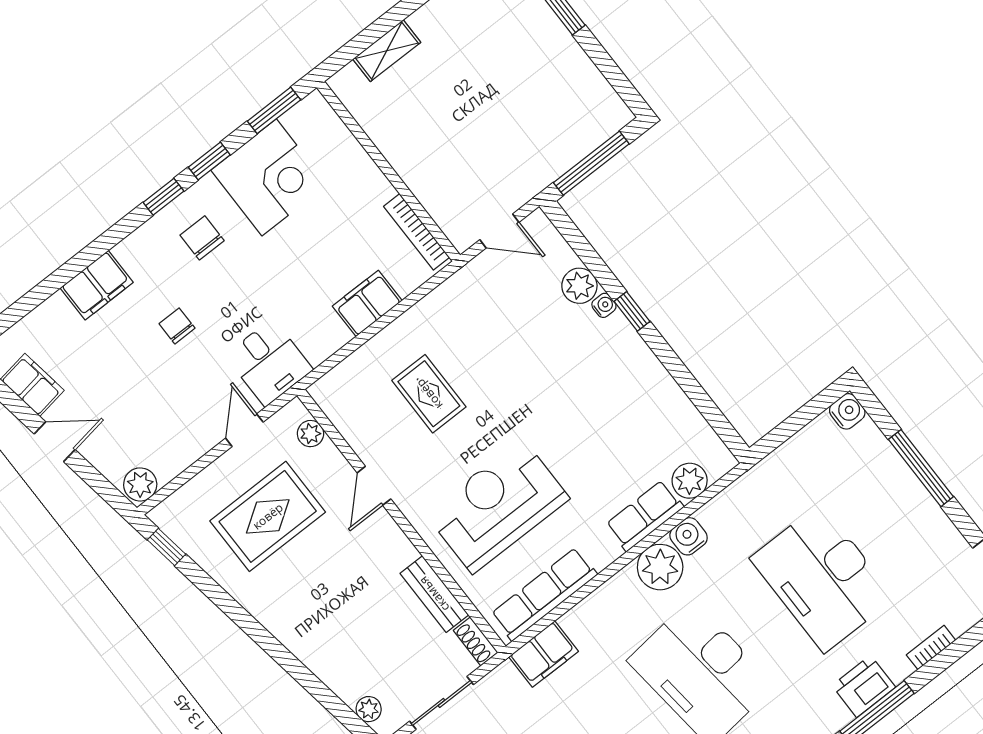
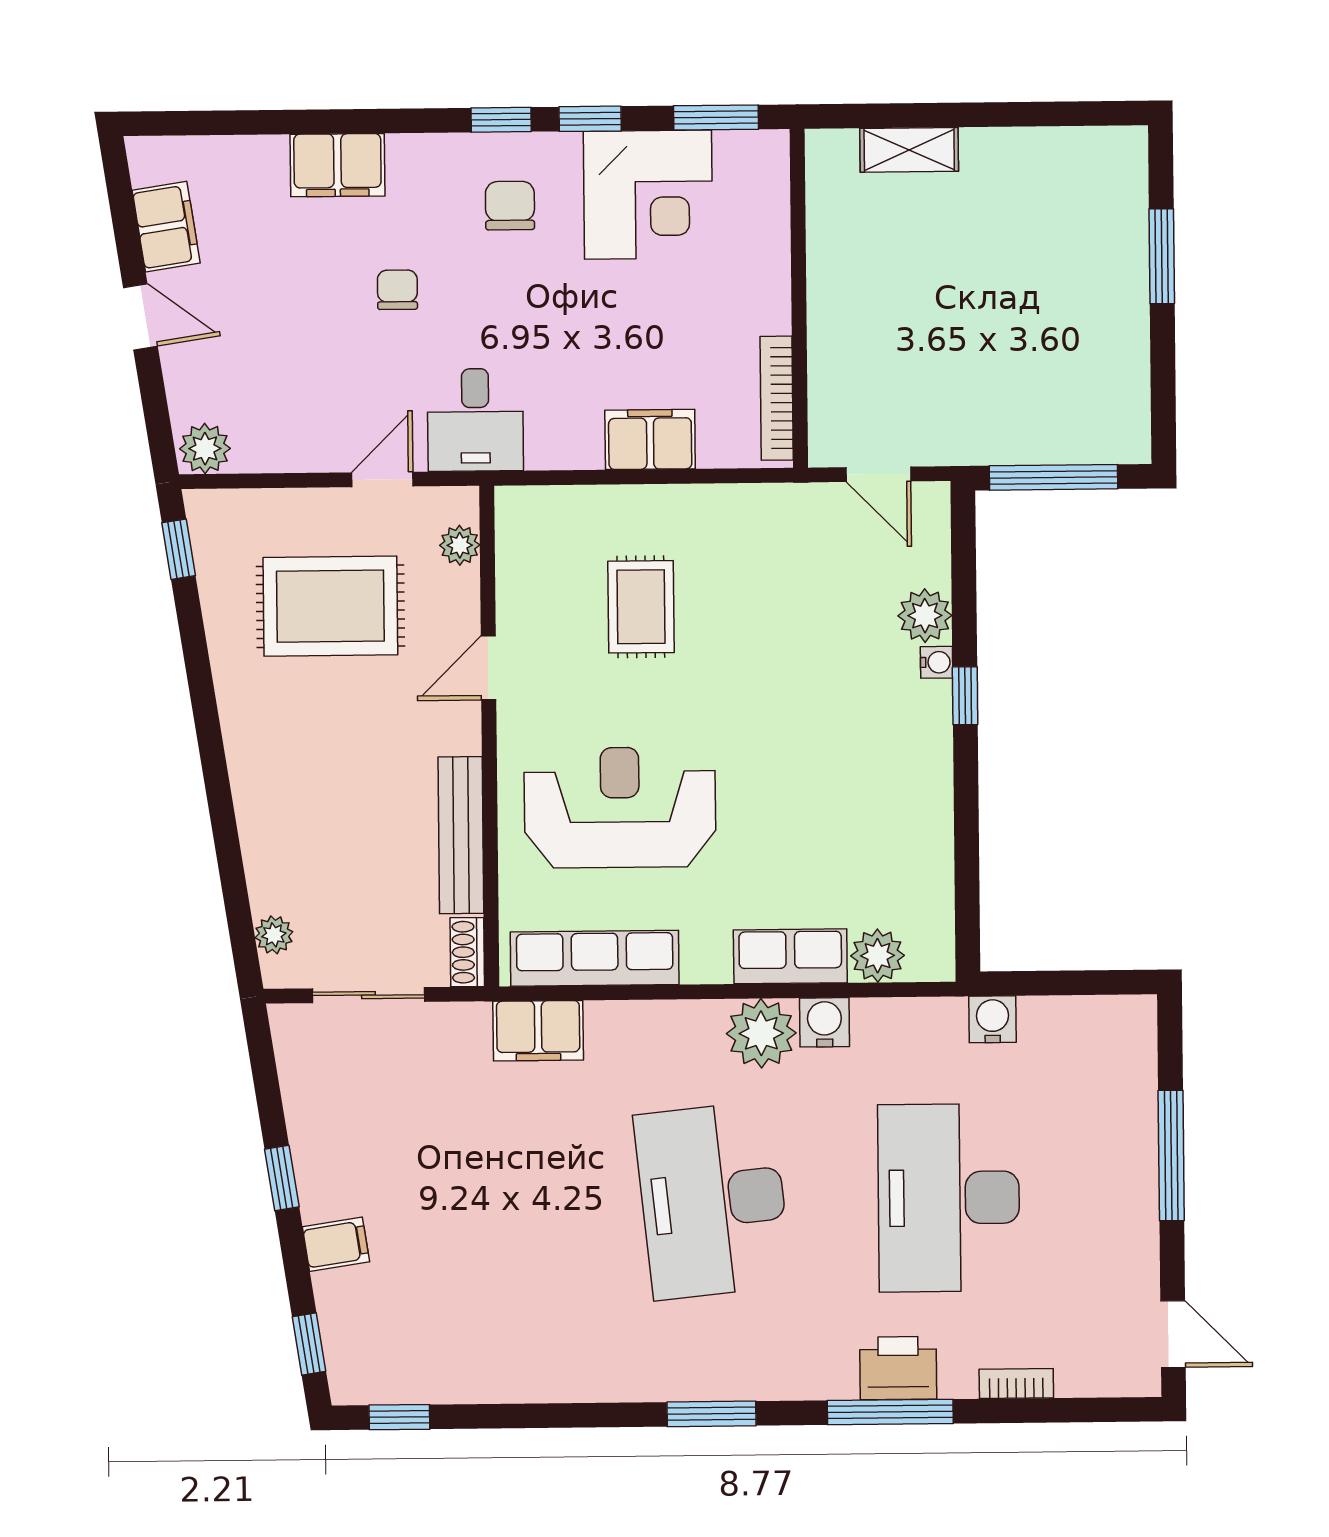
water cooler: (847, 411) -> (993, 1019), moved, turned -90
bench: (434, 594) -> (461, 835), width x1.36

